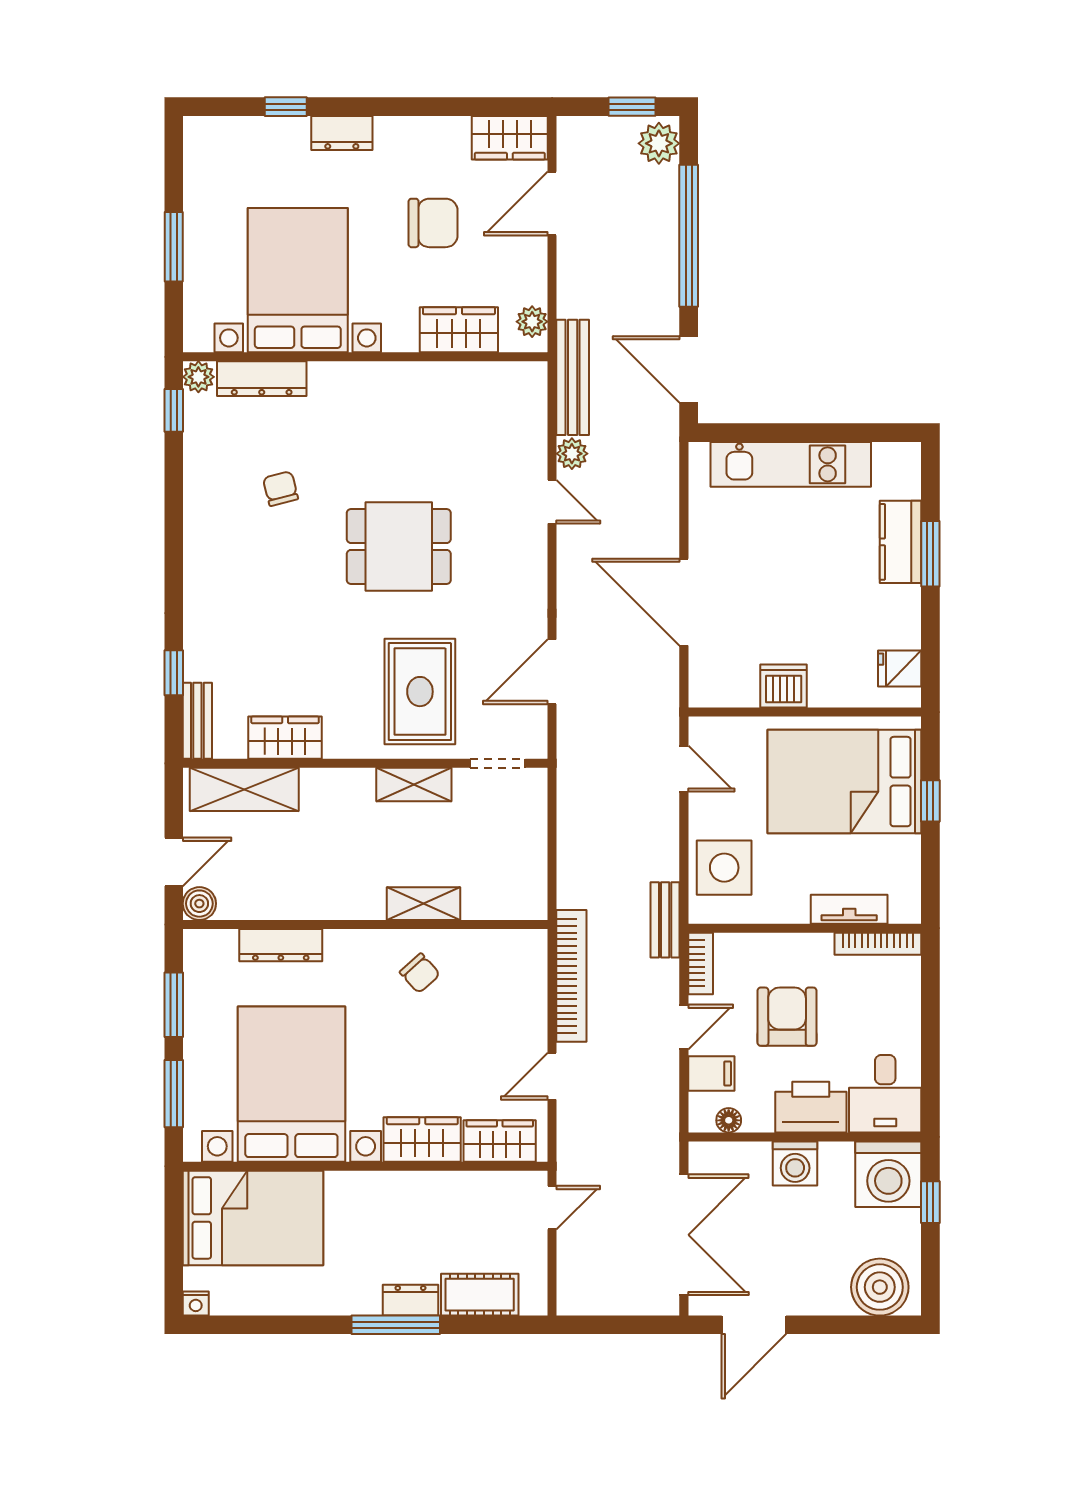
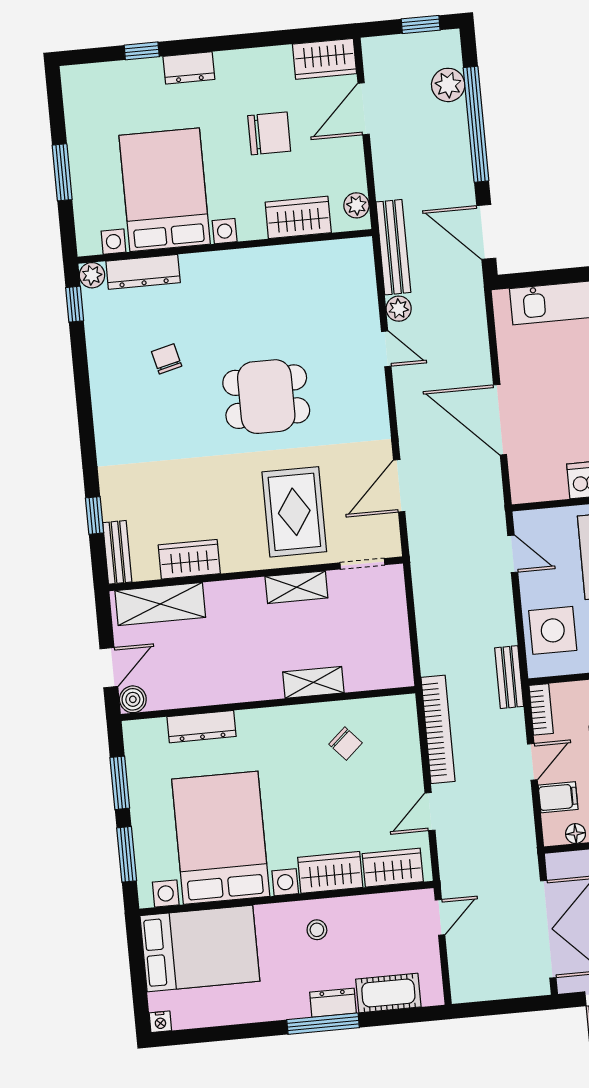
plant: (659, 143) -> (448, 85), moved
chair: (420, 973) -> (346, 744), moved
stool: (399, 1209) -> (317, 930), added

